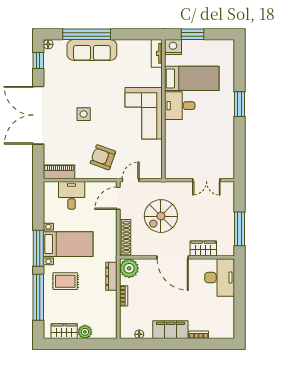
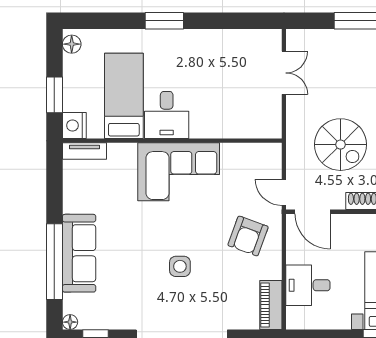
floor lamp: (225, 45) -> (72, 44), added

